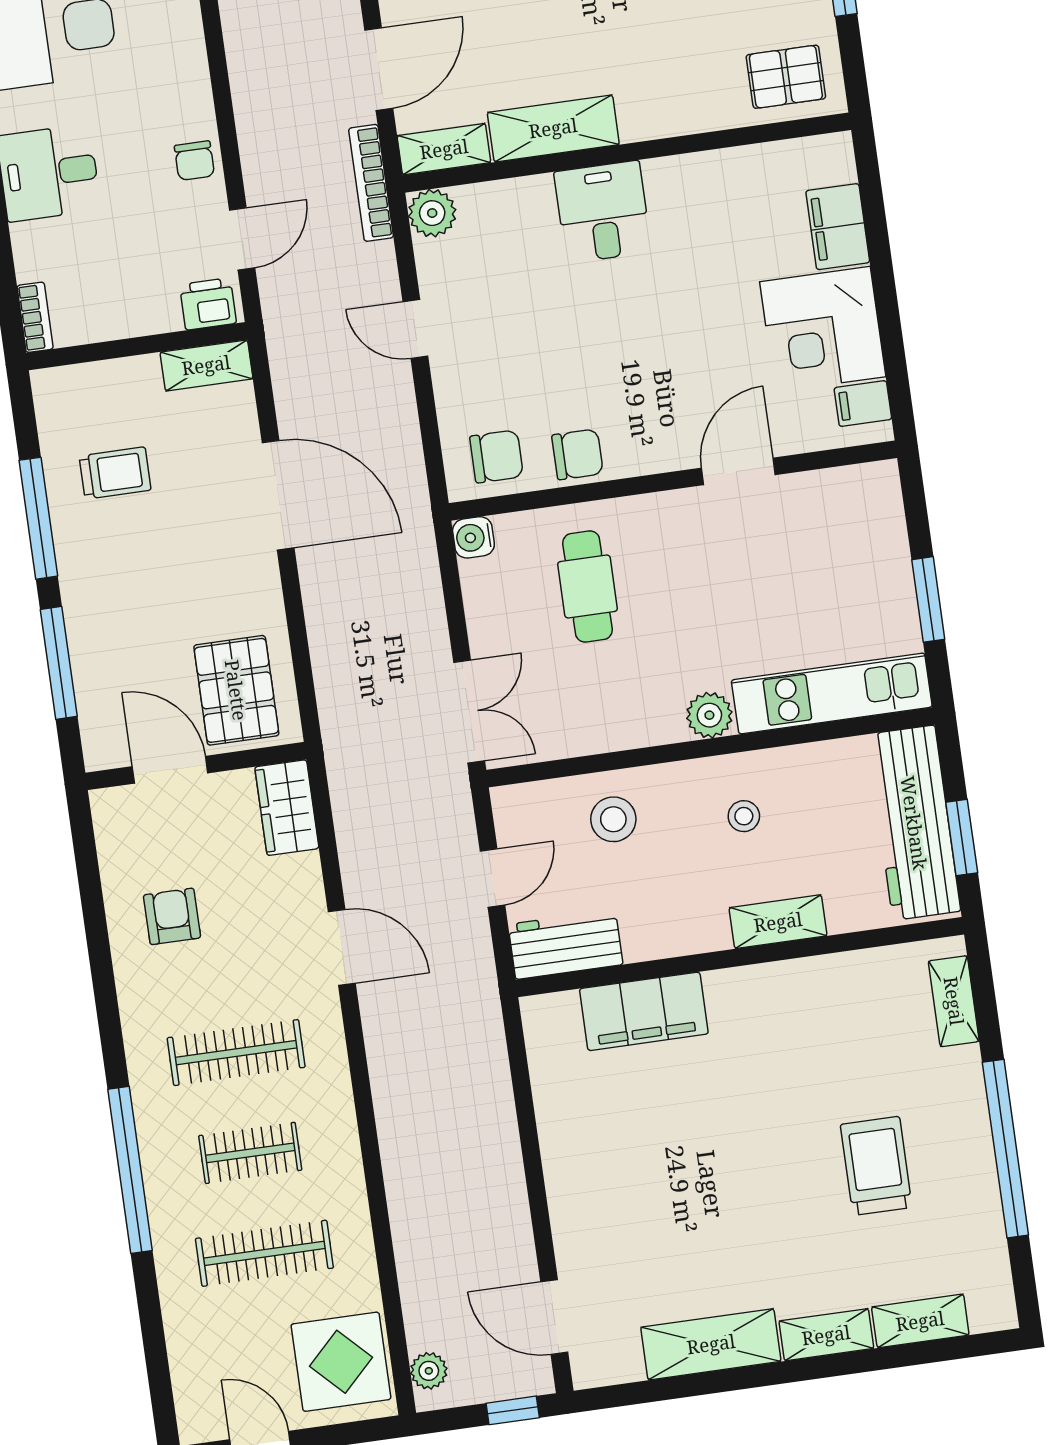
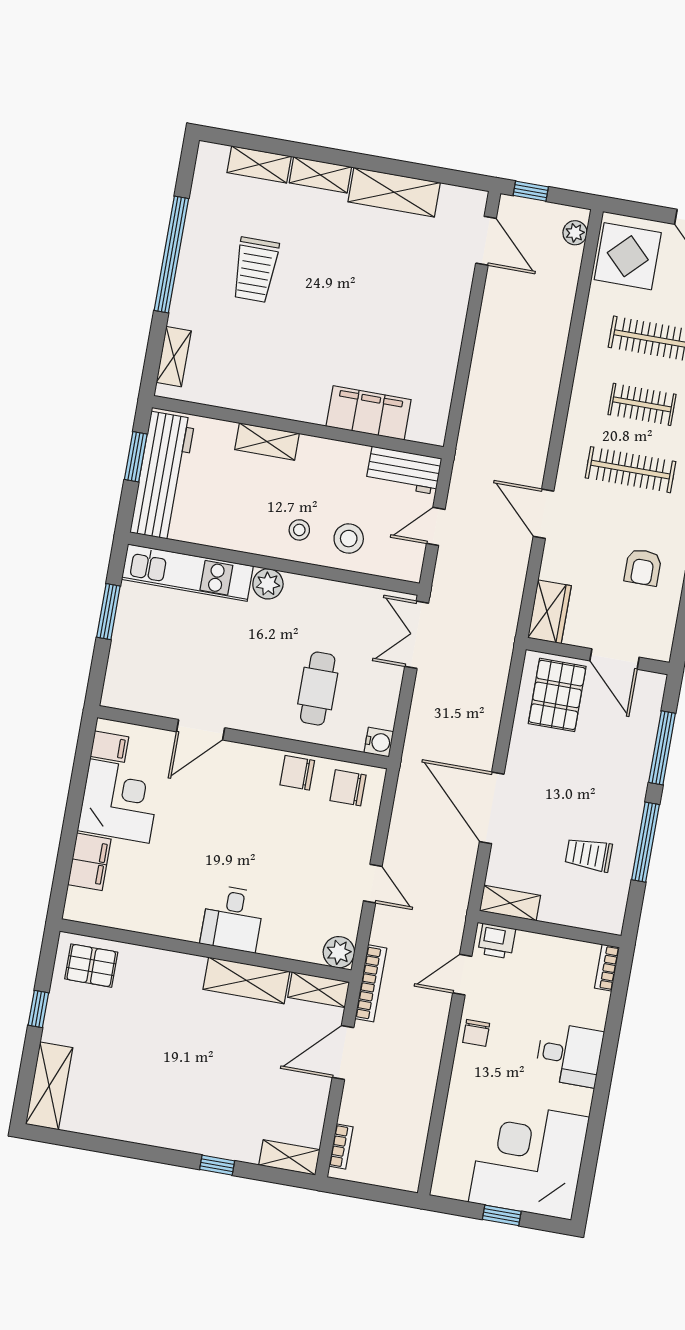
chair: (194, 161) -> (476, 1033), turned 180
stool: (744, 816) -> (299, 530), moved

